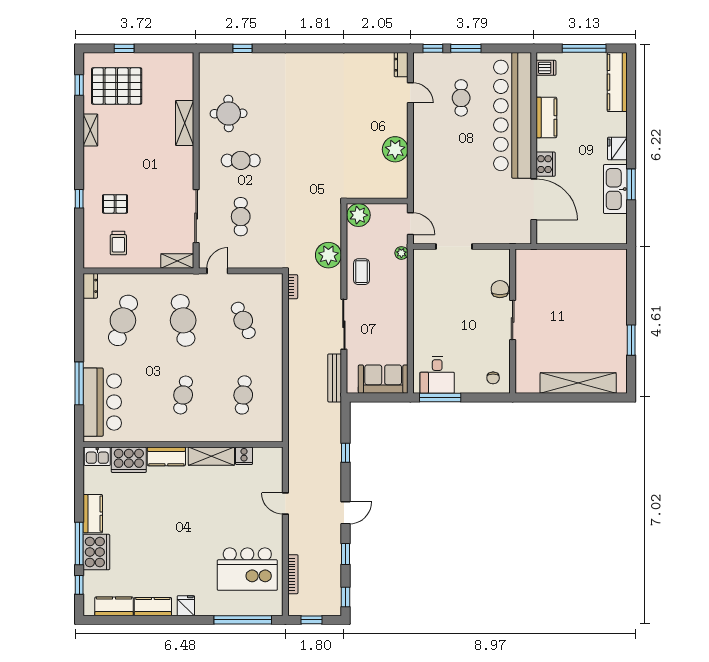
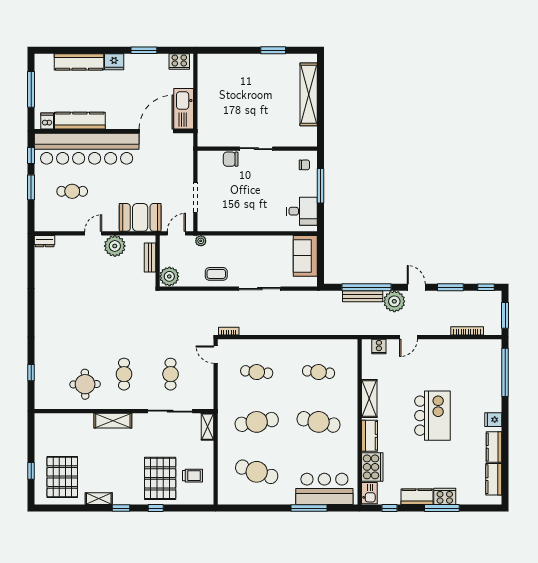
window: (433, 48) -> (31, 155), moved
kitchen counter: (617, 82) -> (79, 62), moved
window: (79, 85) -> (121, 508), moved
door: (410, 93) -> (93, 233), moved
kitchen counter: (546, 117) -> (80, 121), width x1.50
shelving: (185, 123) -> (113, 421), moved
cooker: (546, 164) -> (179, 61), moved, turned 180
booth: (430, 180) -> (140, 217), added
kitchen sink: (615, 189) -> (184, 109), moved, turned 90
bench: (381, 192) -> (150, 257), added
pallet: (115, 204) -> (160, 478), width x2.05, depth x2.00
cafe table: (241, 217) -> (171, 374), turned 90
plant: (328, 255) -> (394, 301), moved
door: (217, 271) -> (216, 355), moved
dresser: (90, 286) -> (228, 499), removed
cafe table: (243, 320) -> (257, 372), turned 30
bench: (335, 378) -> (363, 296), moved
cafe table: (183, 395) -> (319, 422), width x1.37, depth x1.35
window: (440, 397) -> (321, 186), moved
window: (345, 453) -> (367, 287), width x3.17
cooker: (244, 456) -> (379, 346), moved, turned 90
cooker: (96, 552) -> (445, 496), width x0.73, depth x0.76
window: (345, 554) -> (450, 287), width x1.50
kitchen island: (247, 569) -> (432, 416), moved
window: (79, 585) -> (389, 508), moved
window: (312, 620) -> (505, 315), width x1.50

